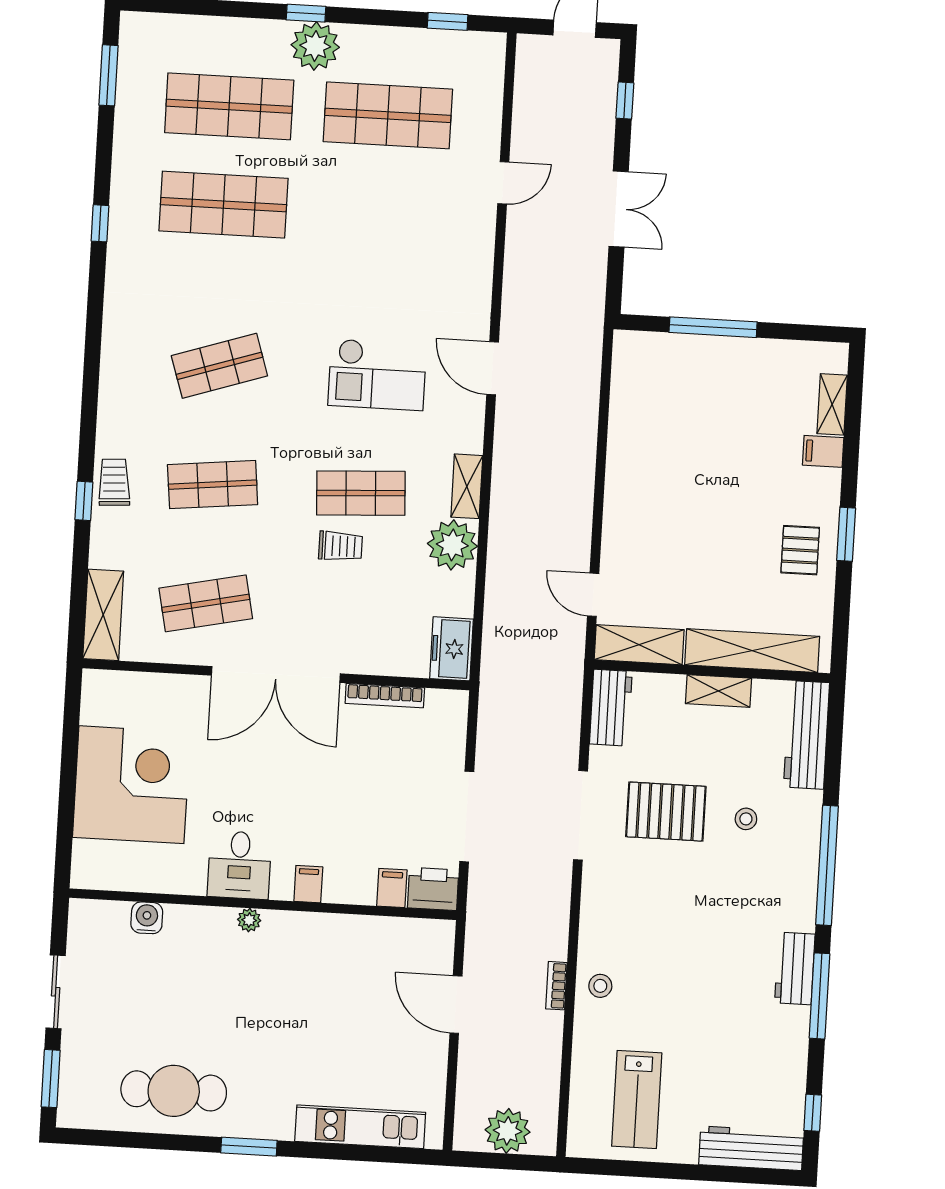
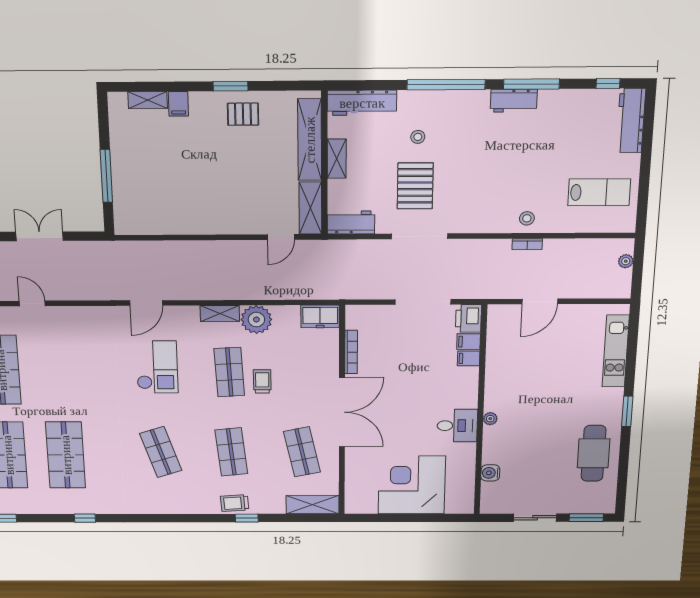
filing cabinet: (308, 884) -> (469, 358), moved
plant: (508, 1131) -> (626, 261), width x0.53, depth x0.53

